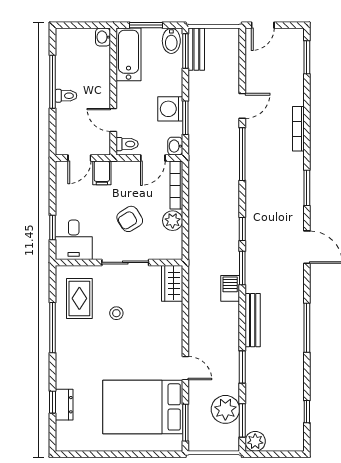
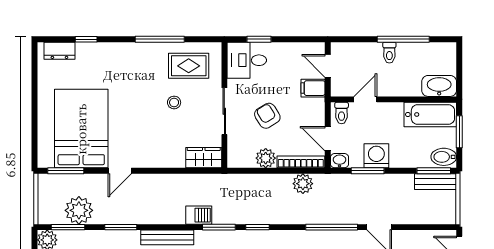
washbasin: (103, 37) -> (439, 86), width x1.91, depth x1.45
plant: (198, 183) -> (303, 184), added
dresser: (64, 405) -> (59, 51), moved

